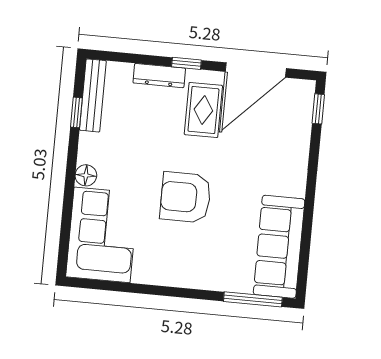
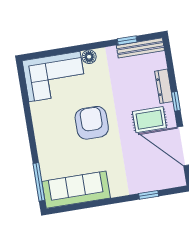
window: (318, 109) -> (149, 195), moved

